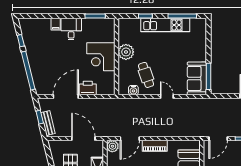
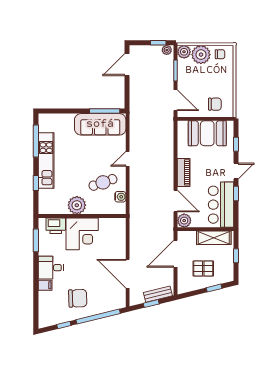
chair: (44, 53) -> (78, 298), added
sofa: (197, 78) -> (100, 124), width x1.36
printer: (88, 88) -> (56, 226), moved, turned -90

